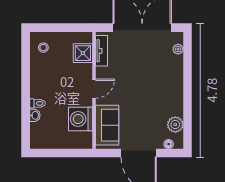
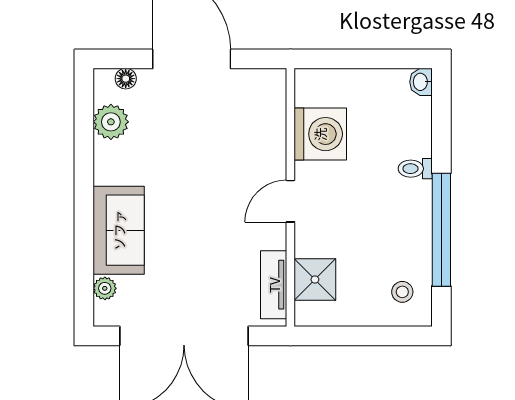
window: (26, 76) -> (441, 230), added
washbasin: (35, 115) -> (421, 82), moved
sofa: (107, 125) -> (119, 230), moved, turned 180

